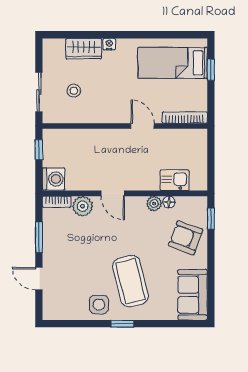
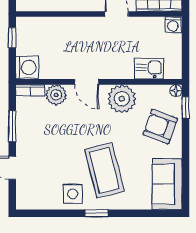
washing machine: (198, 137) -> (173, 25), added
floor lamp: (169, 202) -> (176, 91), moved
plant: (154, 204) -> (122, 99), width x1.87, depth x1.87

